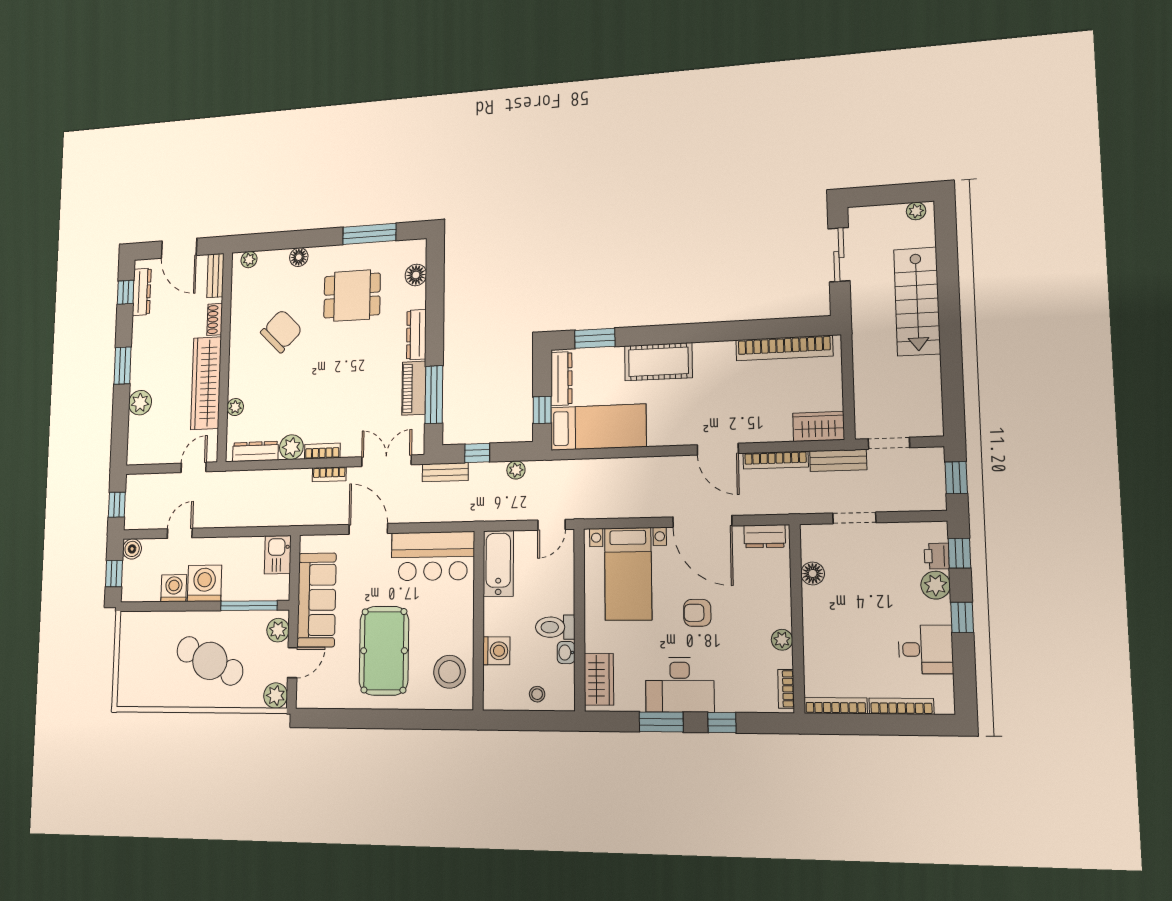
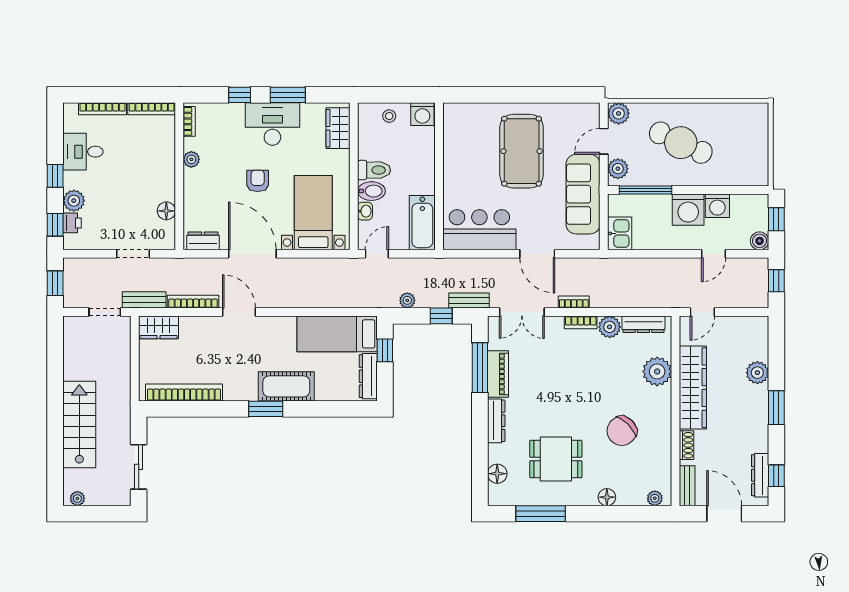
window: (595, 338) -> (266, 409), moved
plant: (235, 407) -> (657, 371), width x1.87, depth x1.87
bidet: (558, 601) -> (371, 191), added
armchair: (697, 613) -> (258, 181), turned -90
washing machine: (496, 651) -> (422, 114), moved, turned -90
washbasin: (566, 653) -> (365, 211), moved
stool: (449, 672) -> (464, 134), removed

